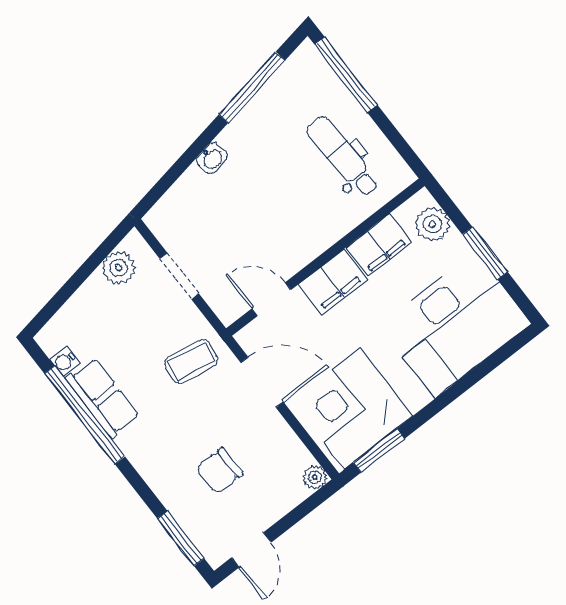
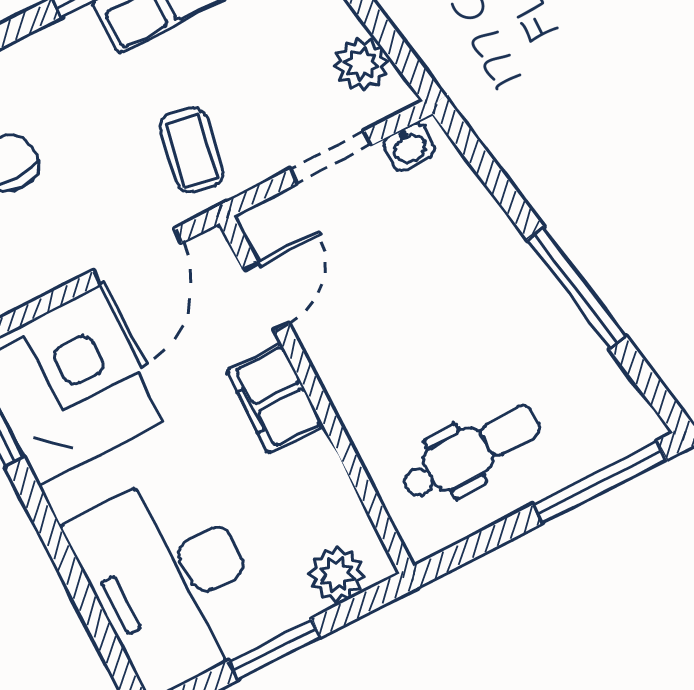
window: (252, 87) -> (577, 288), moved
washbasin: (212, 158) -> (409, 147), moved, turned -80
filing cabinet: (379, 245) -> (320, 483), removed

